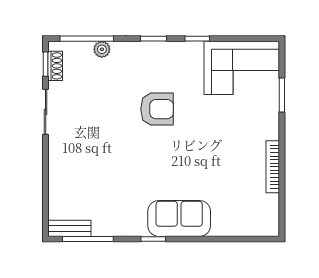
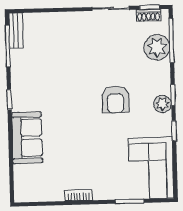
plant: (102, 49) -> (157, 47), width x1.88, depth x1.88
plant: (164, 52) -> (163, 104), added
bookcase: (273, 167) -> (79, 195), width x0.64
sofa: (179, 218) -> (27, 138), moved

